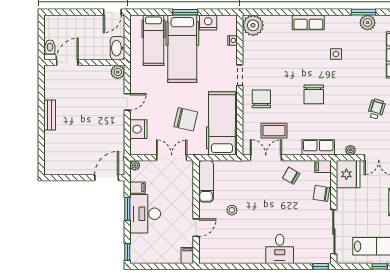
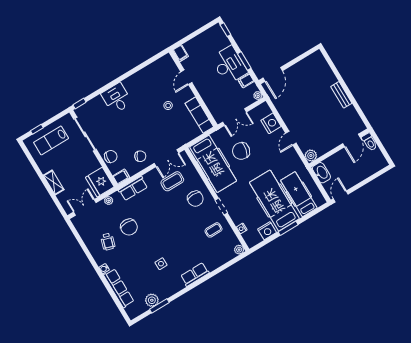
plant: (253, 25) -> (239, 250), width x0.53, depth x0.53
coffee table: (262, 56) -> (213, 230), added
chair: (314, 94) -> (129, 227), moved, turned 180

